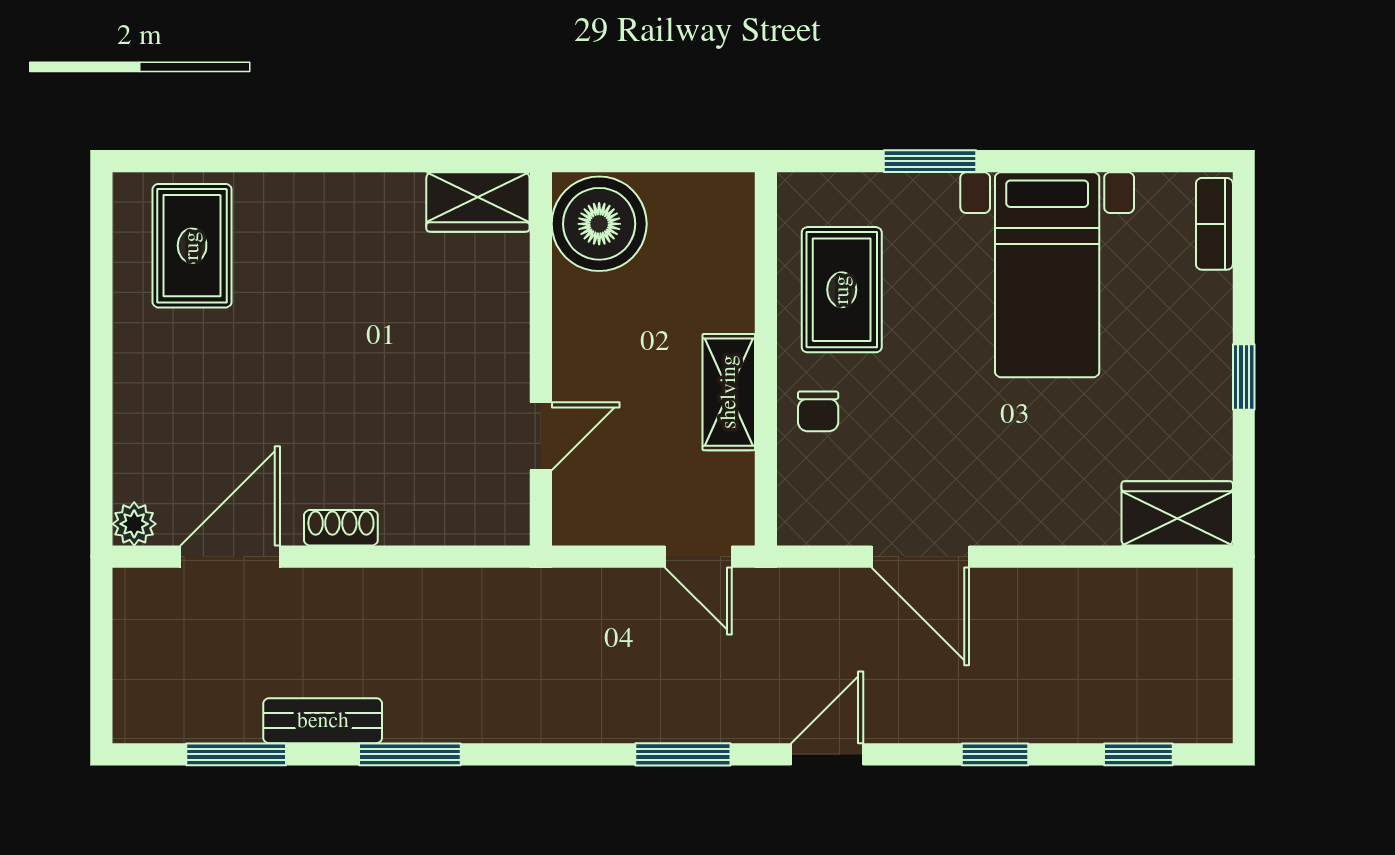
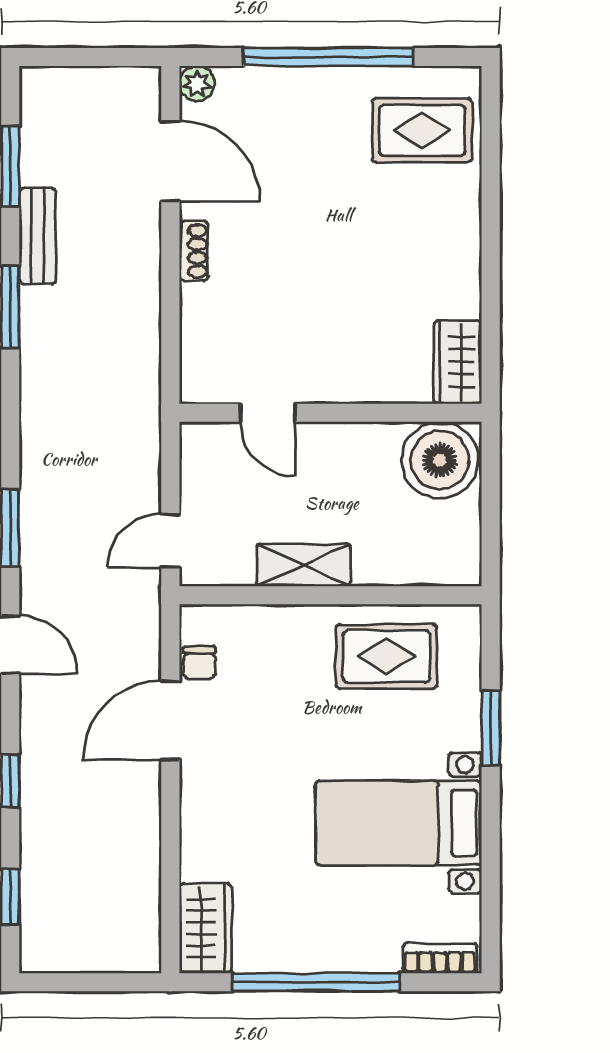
window: (101, 362) -> (328, 57), added
window: (1244, 377) -> (316, 982), width x3.17
chair: (818, 411) -> (199, 663), moved, turned -90

